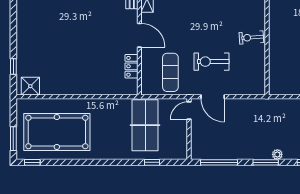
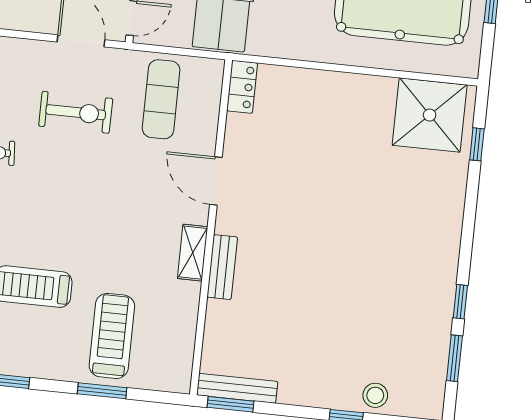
locker: (131, 66) -> (242, 87), moved
shower: (30, 86) -> (430, 115), width x1.86, depth x1.86

